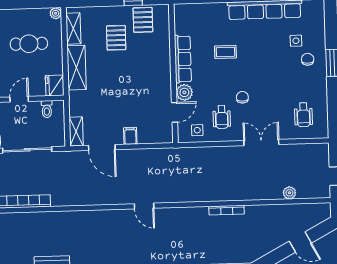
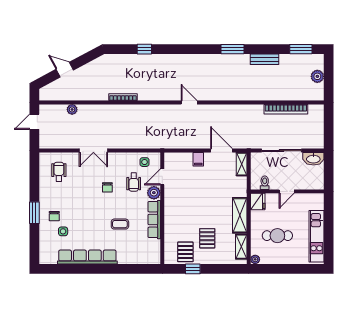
wheelchair: (222, 117) -> (134, 182), moved, turned 180

